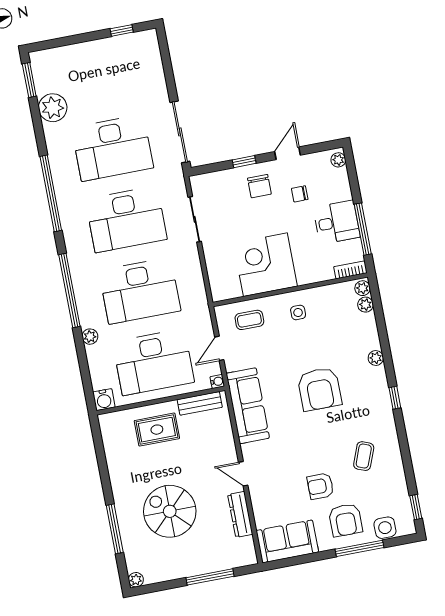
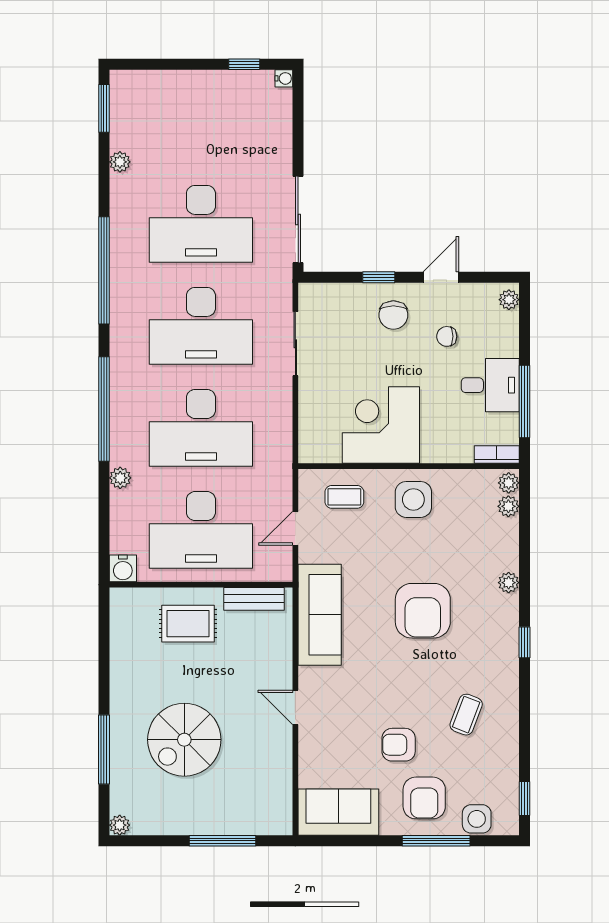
plant: (53, 108) -> (120, 162), width x0.53, depth x0.53
side table: (298, 312) -> (413, 499), width x1.87, depth x1.87
water cooler: (217, 381) -> (284, 78), moved
spiral stairs: (170, 511) -> (184, 740), turned -90
dresser: (240, 514) -> (281, 763), removed

